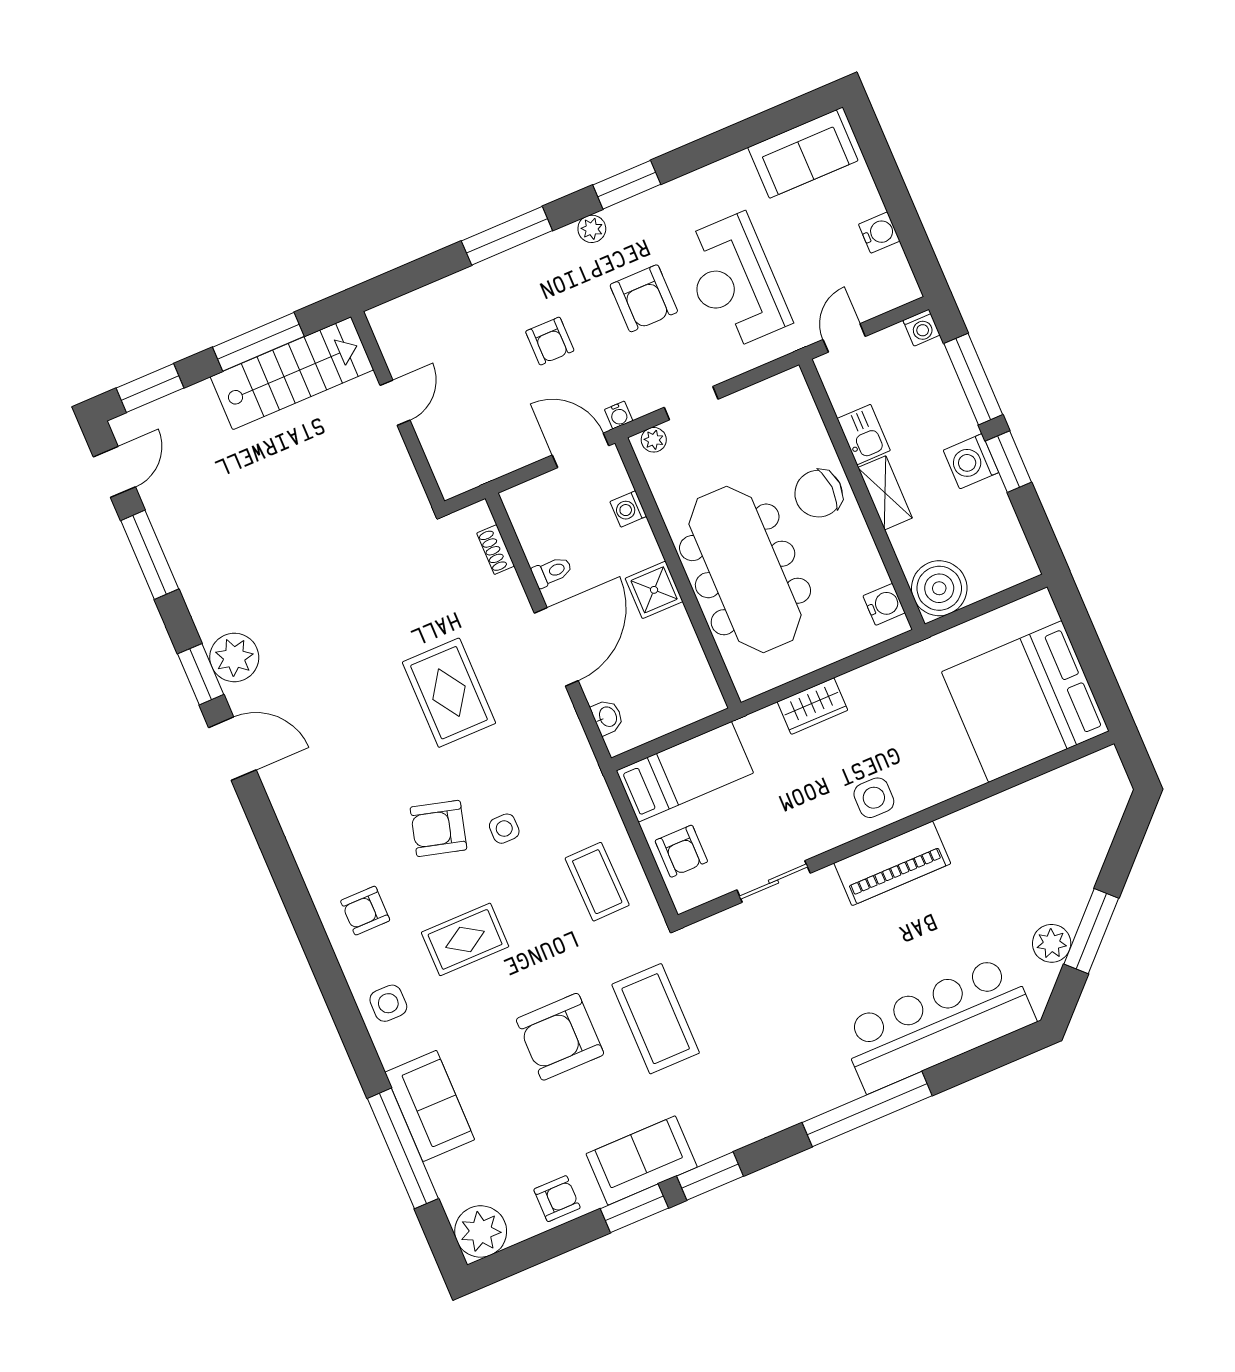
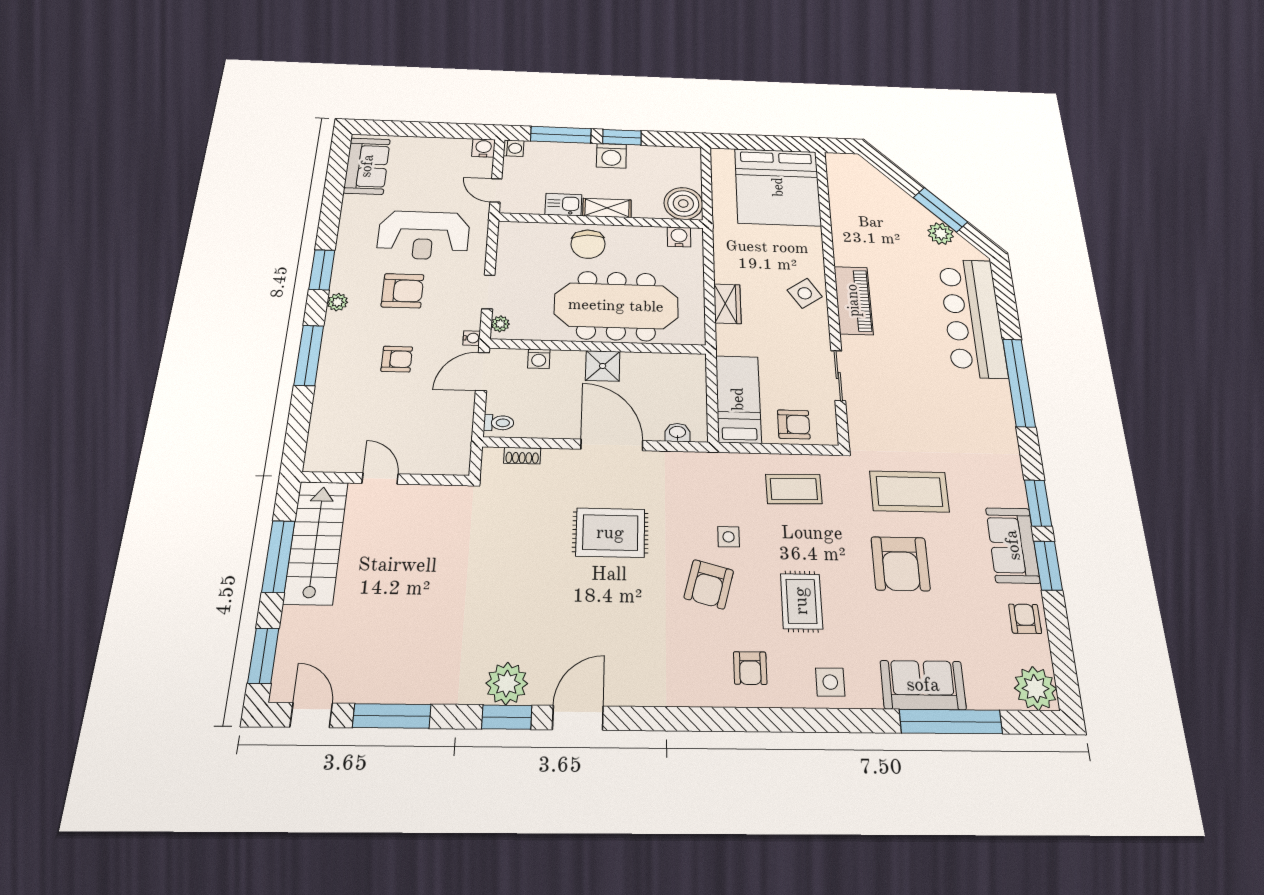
water cooler: (879, 233) -> (484, 148), moved
toilet: (552, 572) -> (499, 423), moved, turned 90
side table: (874, 798) -> (805, 293), turned -34

